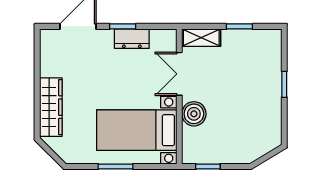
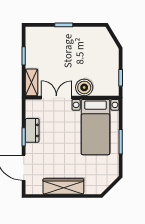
double door: (179, 74) -> (56, 98), swing flipped
wardrobe: (51, 107) -> (63, 186), moved

